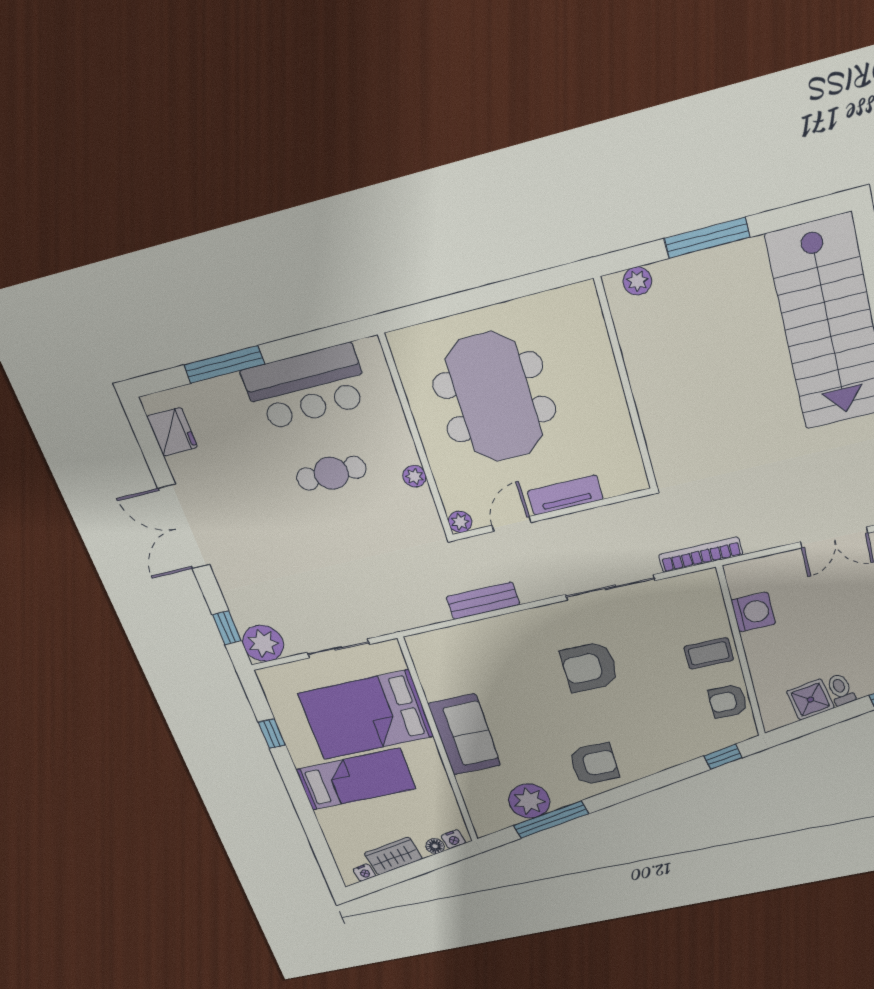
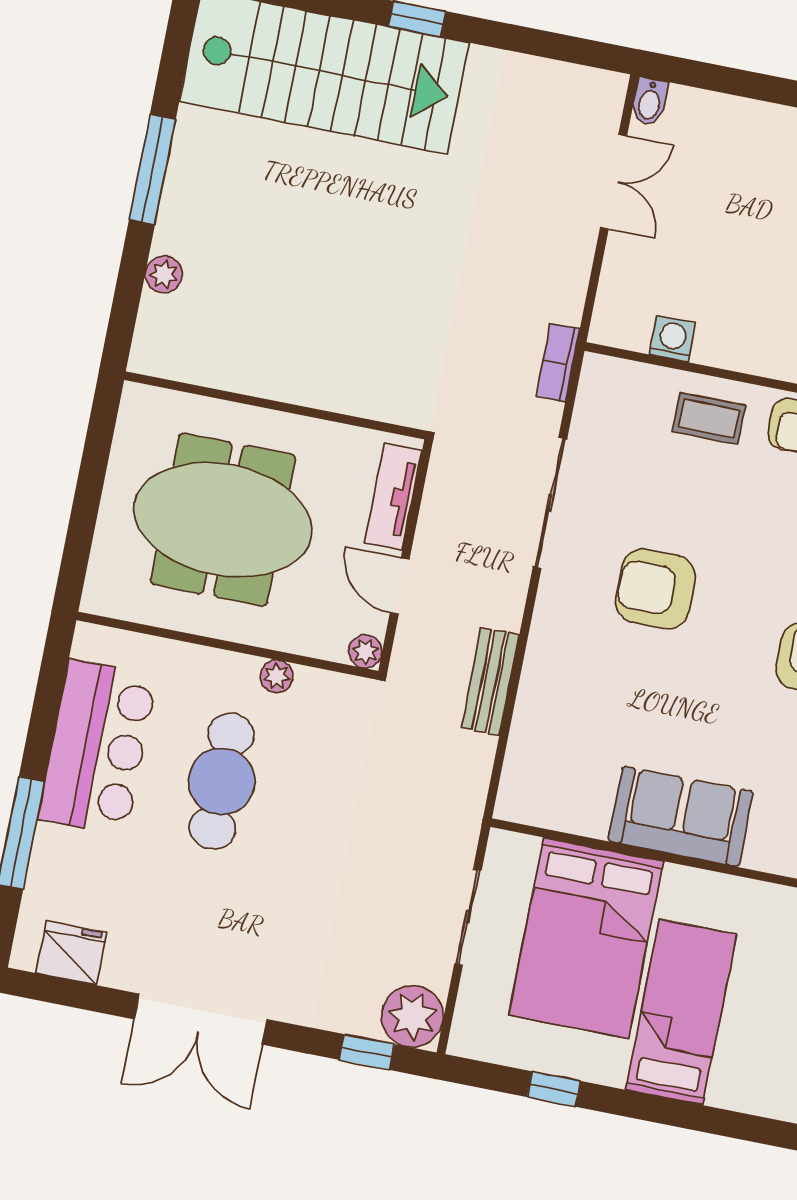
wall: (626, 386) -> (275, 405), moved
cafe table: (331, 473) -> (222, 781), width x1.37, depth x1.35
bookcase: (701, 555) -> (558, 363), width x0.64
washing machine: (753, 612) -> (672, 339), width x0.73, depth x0.73
coffee table: (709, 653) -> (709, 418), turned 90
armchair: (589, 667) -> (655, 589), turned 90

